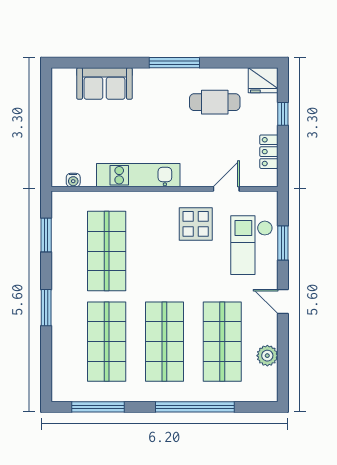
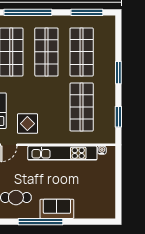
window: (174, 63) -> (40, 222), width x1.46
sofa: (105, 83) -> (57, 209), moved
kitchen unit: (138, 175) -> (62, 153), width x1.36

